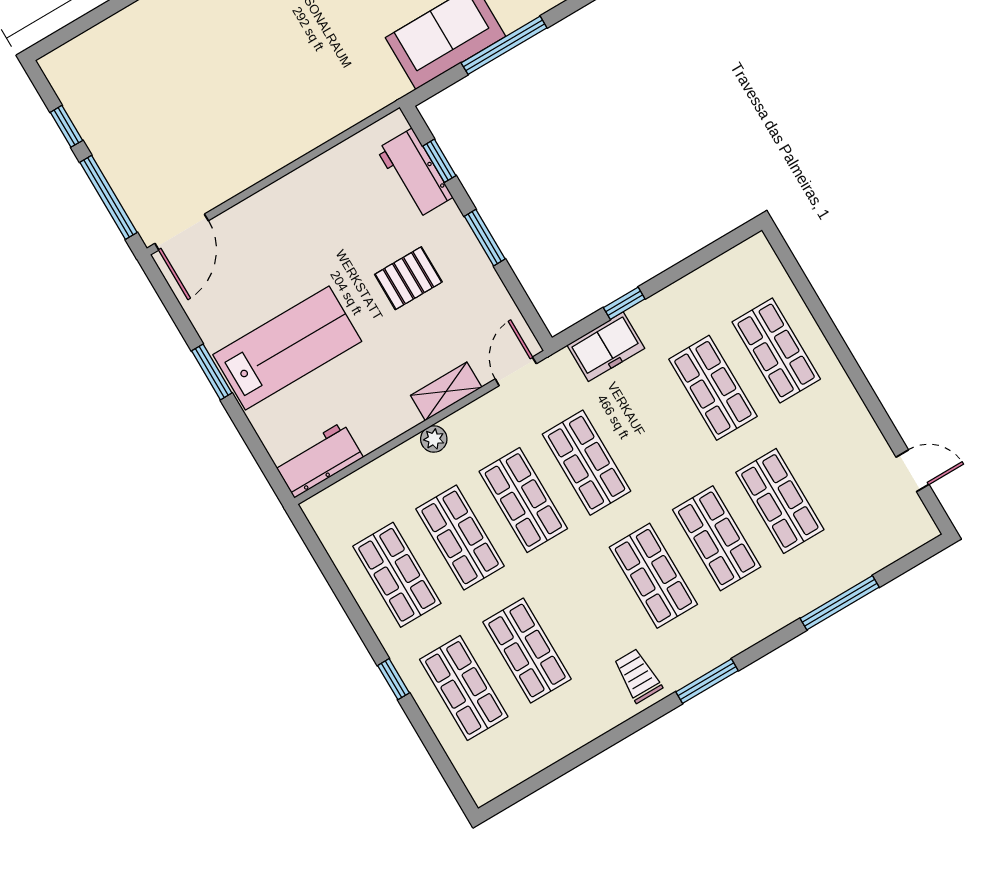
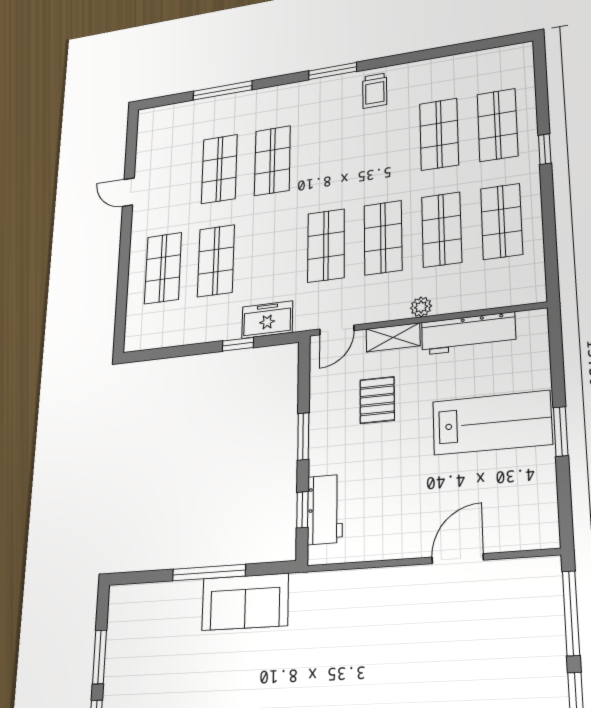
door: (182, 232) -> (458, 559), moved
pallet: (408, 278) -> (377, 400), moved, turned 90
lab bench: (287, 348) -> (492, 423), turned 180
workbench: (318, 460) -> (468, 333), moved, width x1.38
door: (912, 471) -> (128, 192), moved
shop shelf: (653, 576) -> (327, 152), removed

